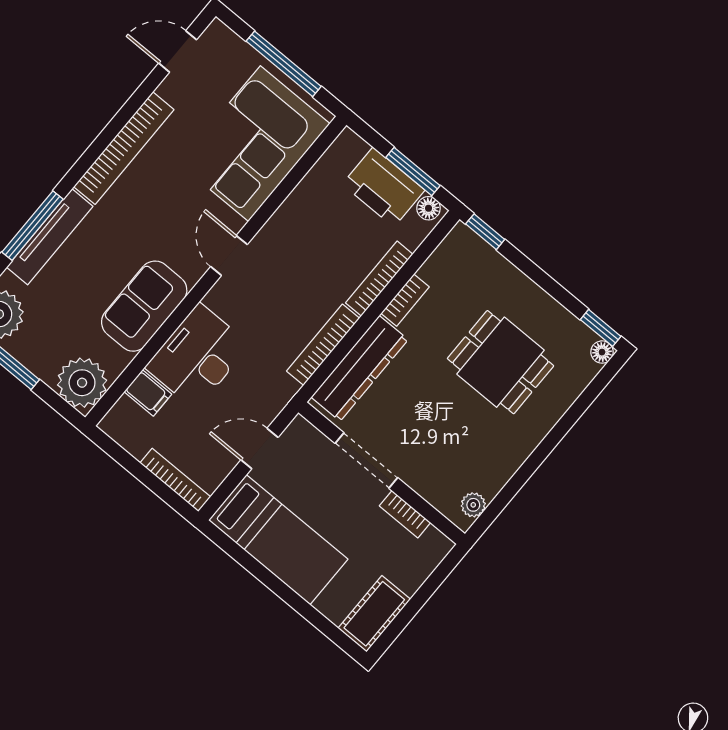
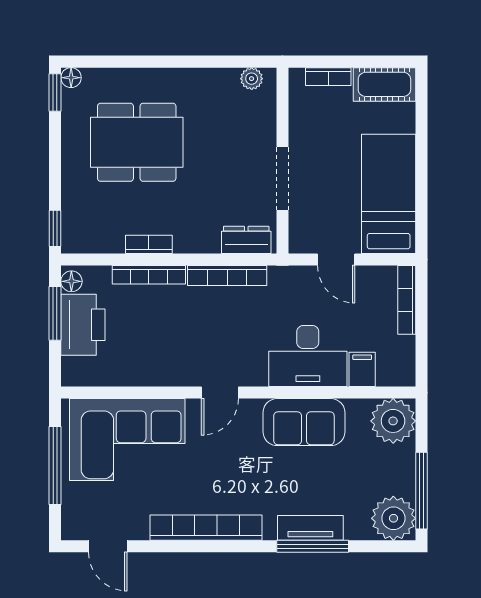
tv unit: (50, 237) -> (310, 528), width x0.71
dining table: (500, 362) -> (137, 142), width x1.38
dresser: (360, 368) -> (246, 240), width x0.51, depth x0.80
bookcase: (405, 514) -> (328, 77), moved, turned 90

